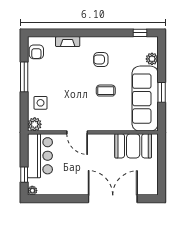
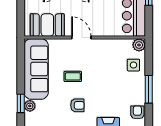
window: (162, 92) -> (21, 103), moved
door: (77, 132) -> (81, 37), moved

